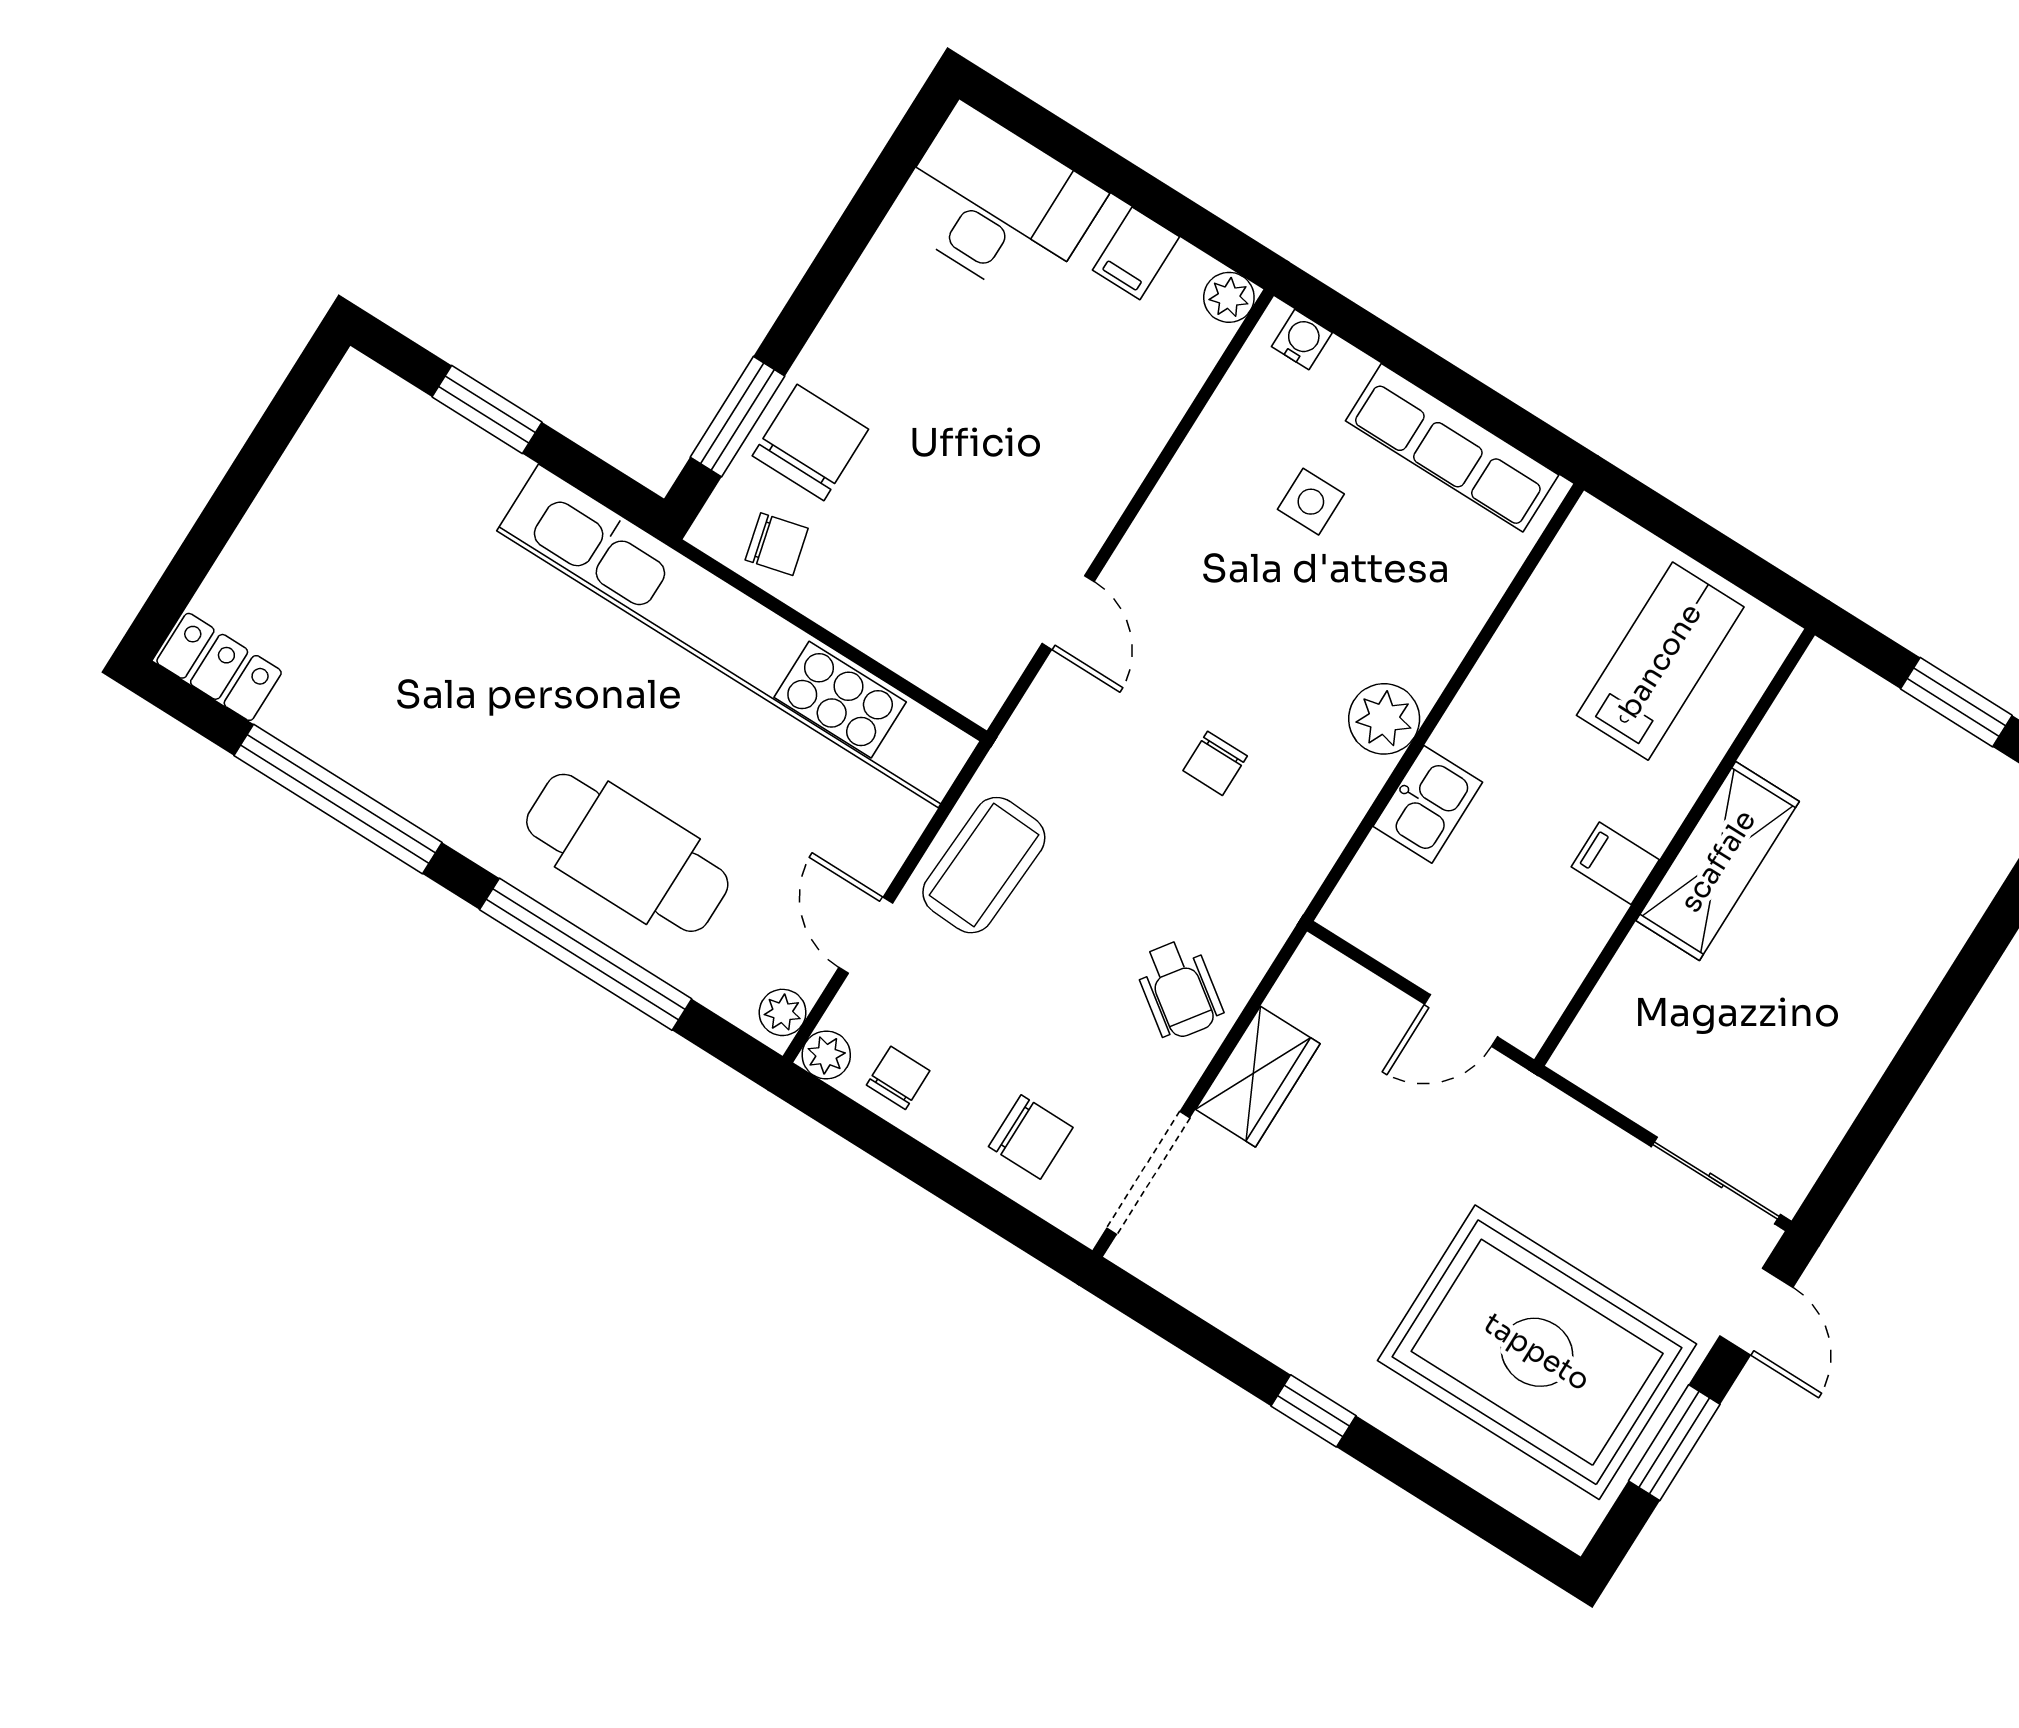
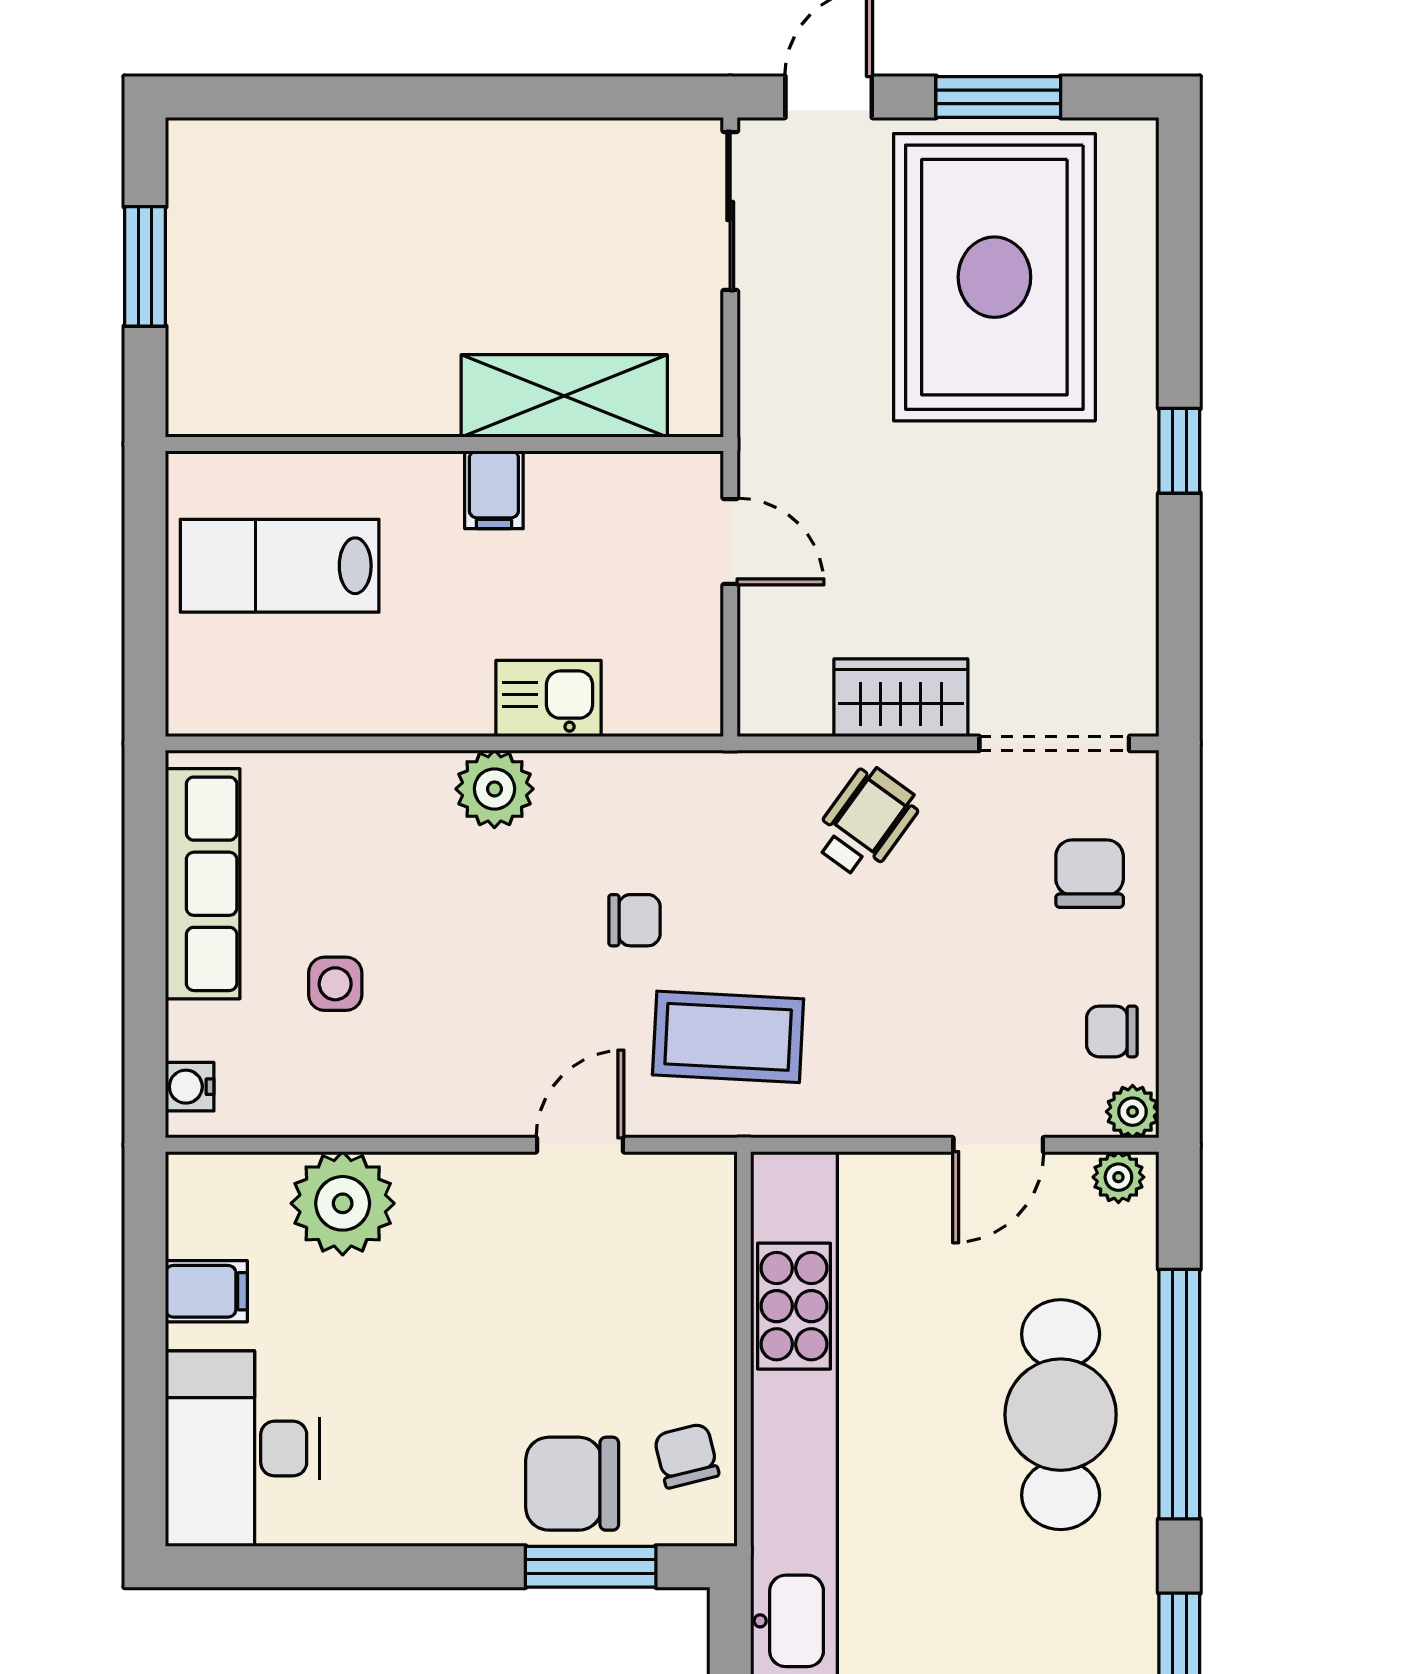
plant: (1229, 297) -> (343, 1203), moved, width x1.87, depth x1.87
shelving: (1718, 861) -> (564, 396), moved
coffee table: (984, 865) -> (728, 1037), moved

